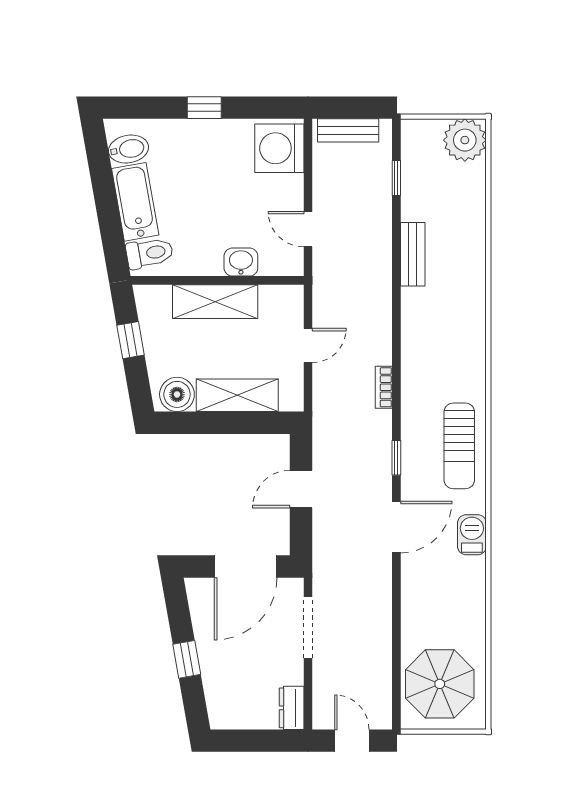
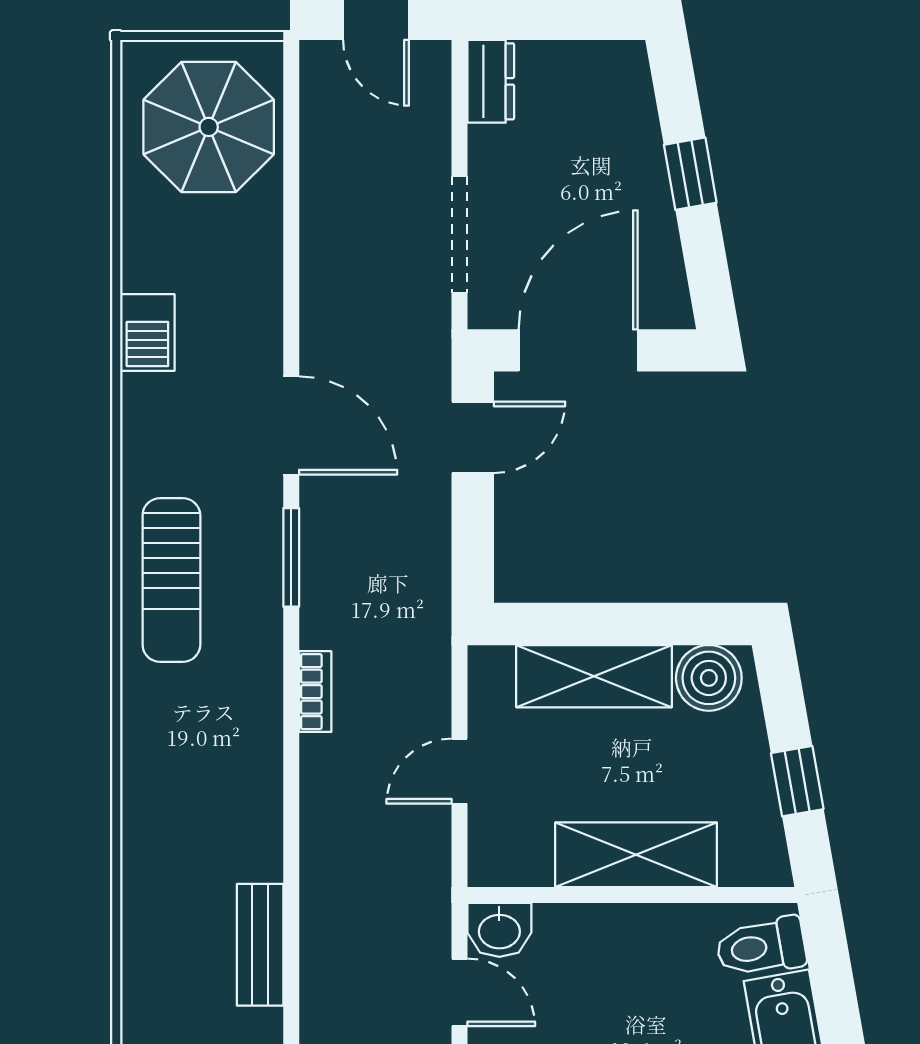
washbasin: (241, 262) -> (499, 930), moved
sun lounger: (459, 446) -> (171, 580), turned 180
window: (396, 458) -> (291, 557), width x1.50
door: (301, 489) -> (473, 437), moved
door: (396, 527) -> (291, 426), swing flipped
barbecue: (472, 535) -> (147, 333), moved

